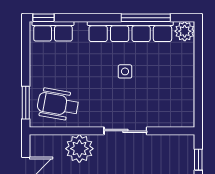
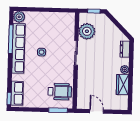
wheelchair: (58, 105) -> (60, 92), turned -100
plant: (79, 149) -> (87, 31), moved

